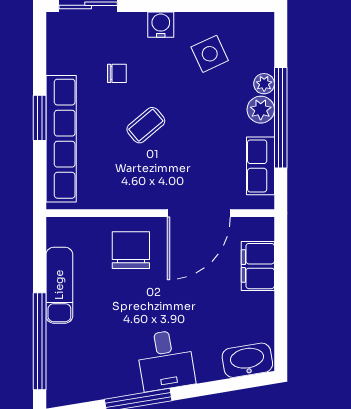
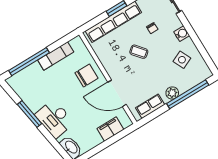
plant: (264, 84) -> (183, 88), removed
window: (281, 118) -> (188, 94), moved
desk: (166, 360) -> (55, 119), width x1.37

